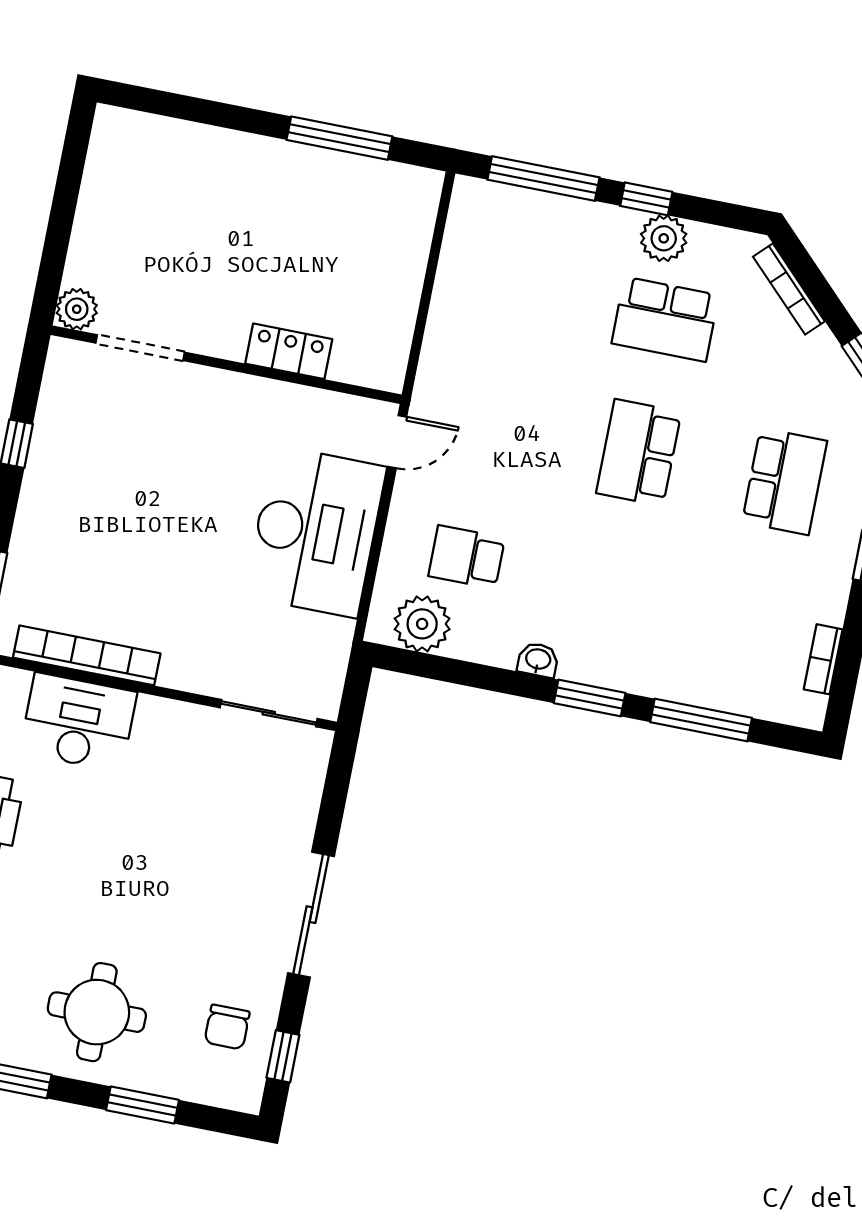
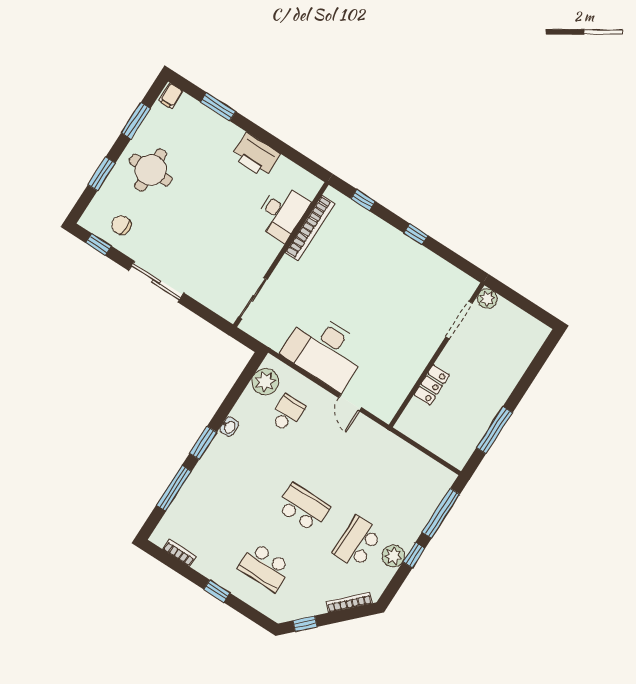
plant: (77, 309) -> (487, 299), moved
doorway: (140, 348) -> (459, 320), moved
locker: (289, 351) -> (432, 385), moved
wall: (226, 365) -> (437, 355), moved

